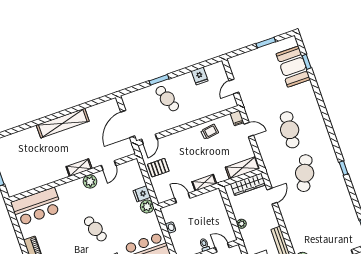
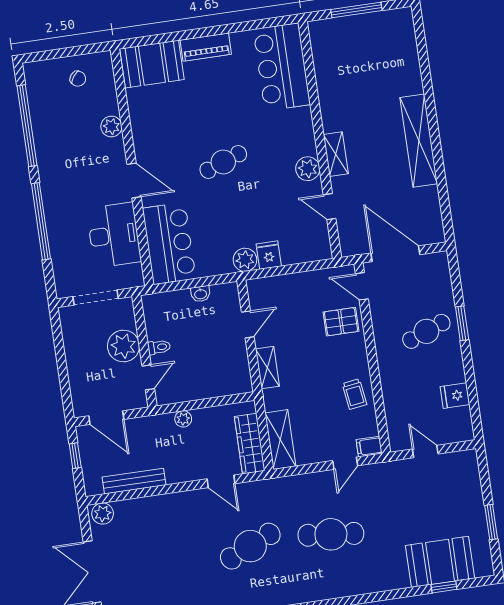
pallet: (158, 168) -> (341, 322), moved, turned 90
cafe table: (305, 173) -> (250, 546), turned -48

